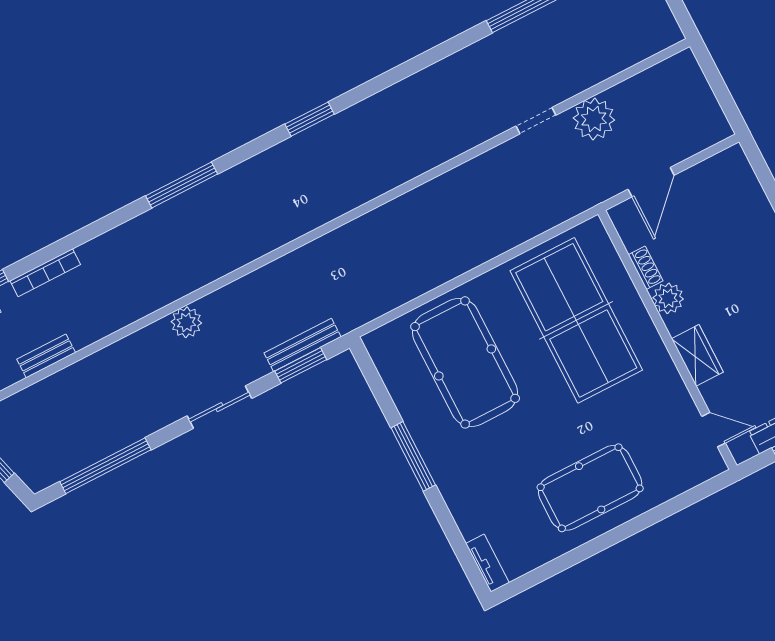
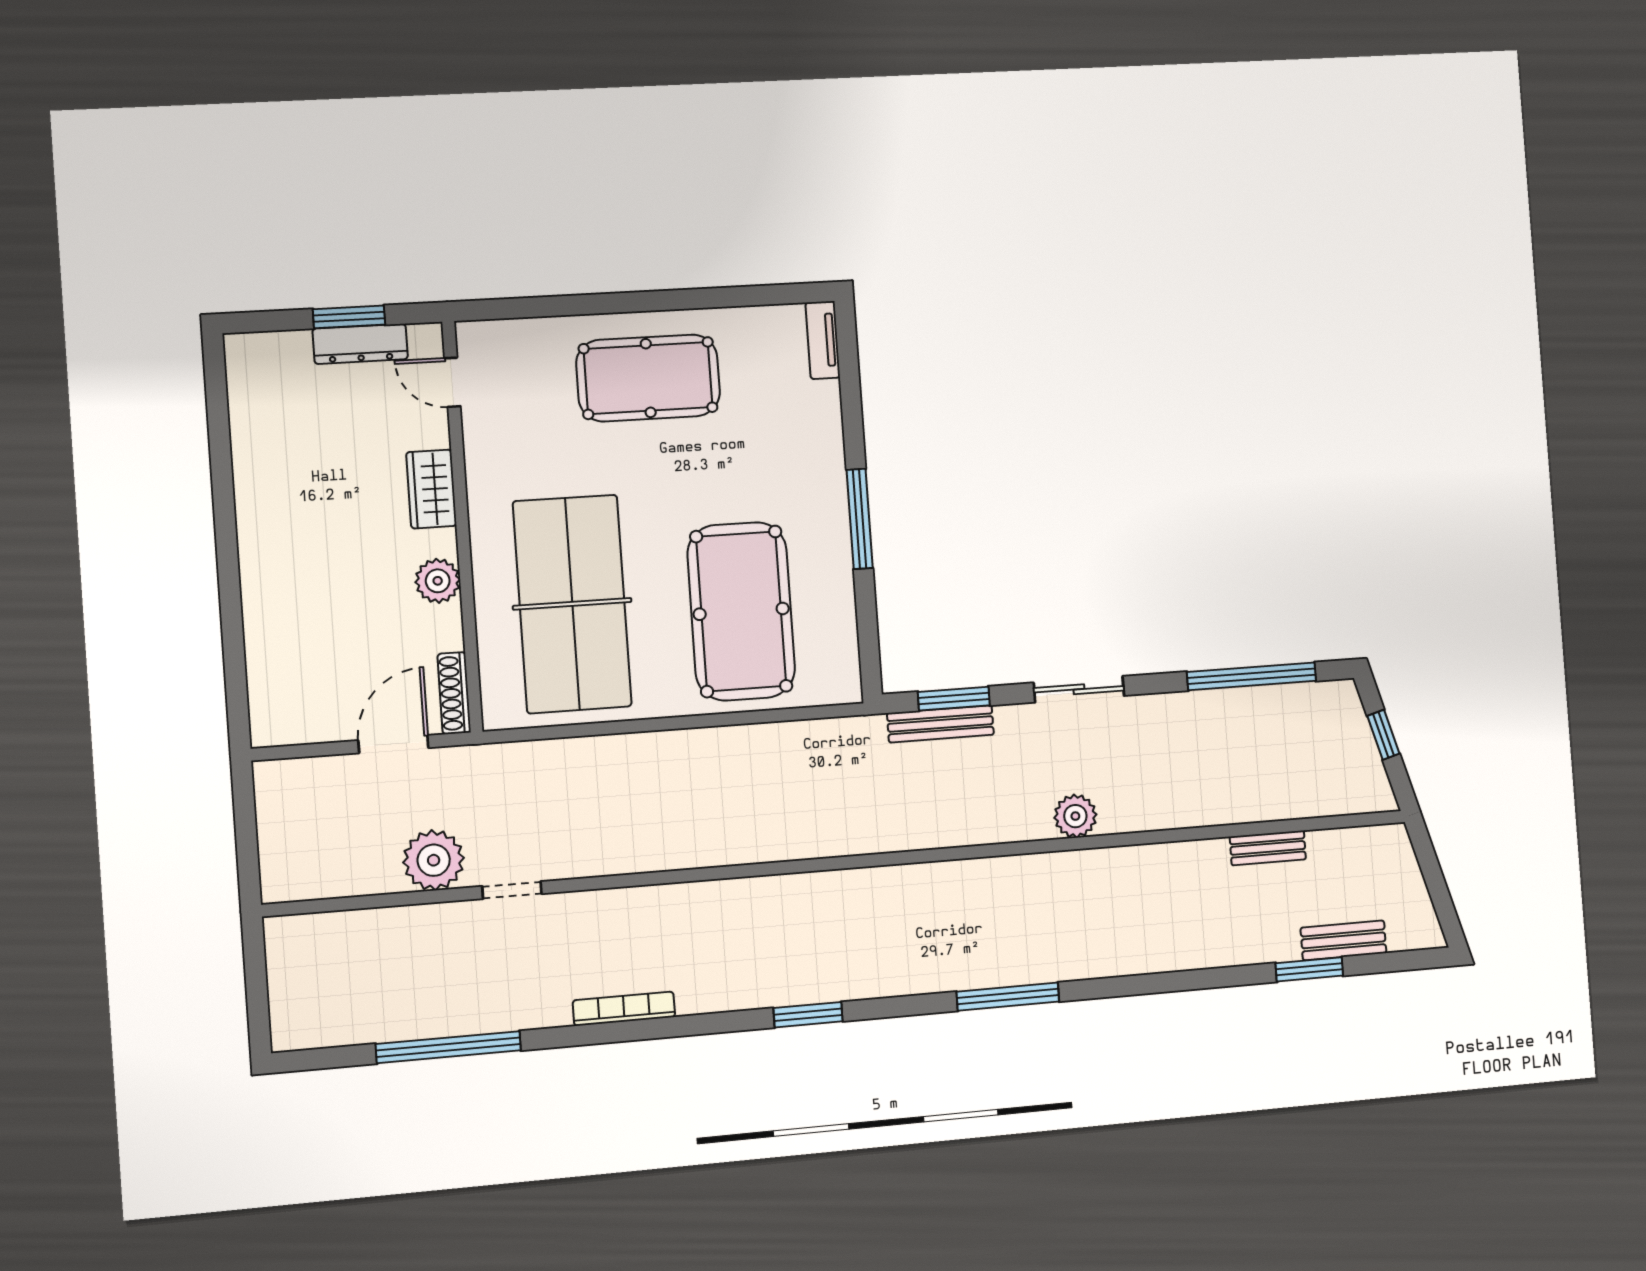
shoe rack: (646, 268) -> (454, 693), moved, width x1.43
bookcase: (45, 273) -> (624, 1009), moved

